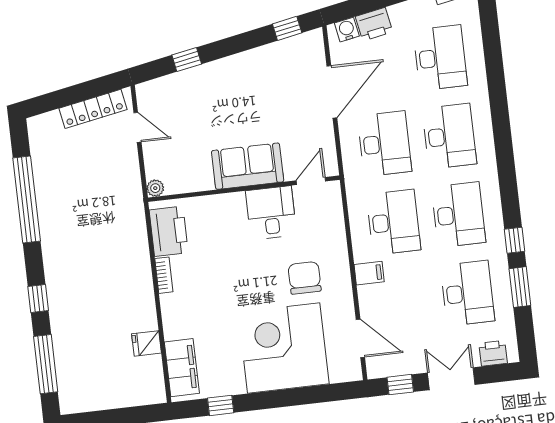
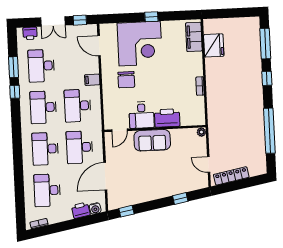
printer: (169, 231) -> (167, 118), moved, turned 90
fridge: (146, 343) -> (214, 45), width x1.88, depth x1.34
window: (221, 405) -> (151, 17), moved

